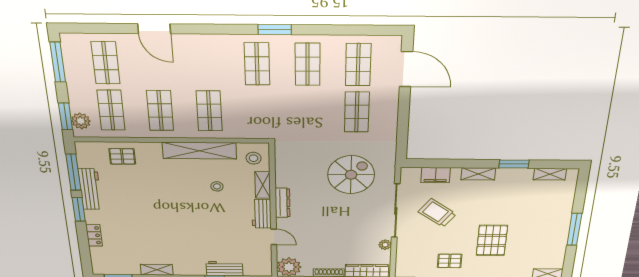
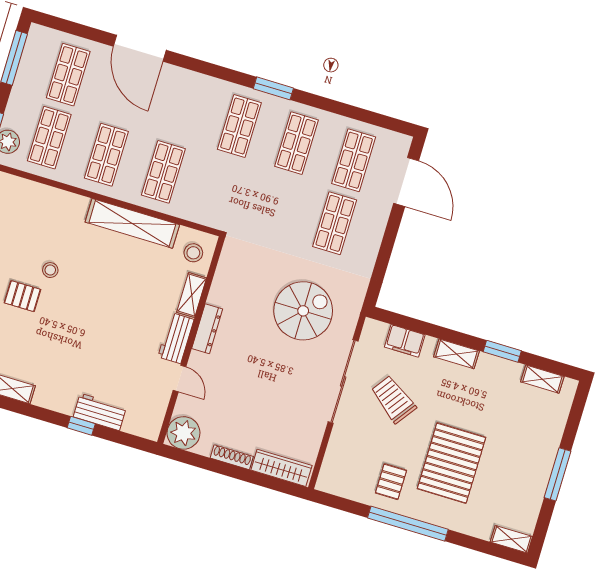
door: (154, 29) -> (140, 48), width x1.36
pallet: (122, 156) -> (22, 296), moved
stool: (217, 186) -> (50, 270), moved
pallet: (492, 240) -> (452, 463), width x1.37, depth x1.41
plant: (385, 245) -> (316, 432), removed
pallet: (450, 261) -> (391, 482), turned 90

